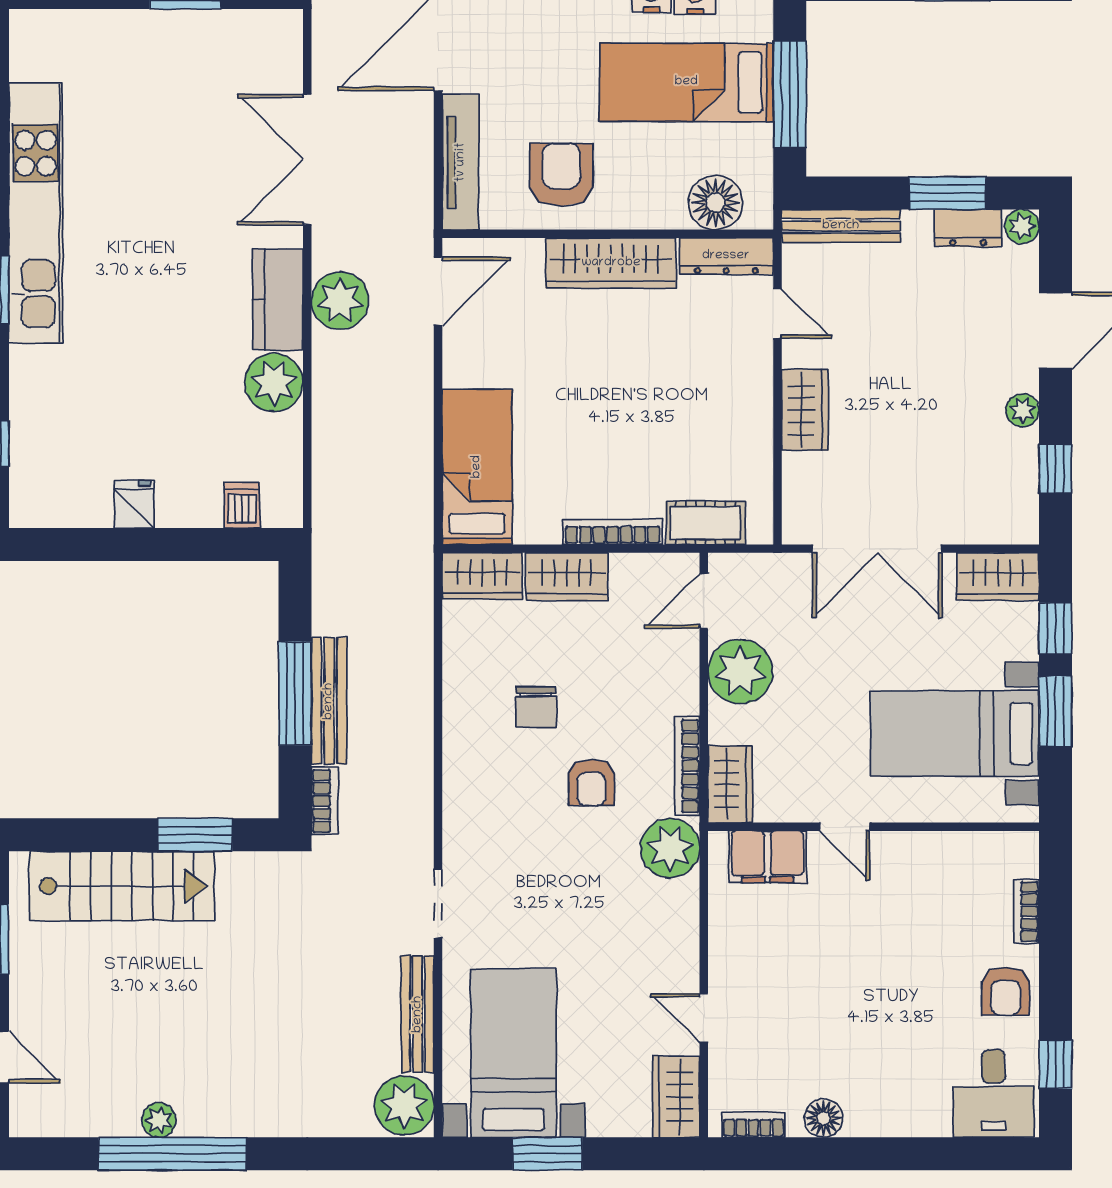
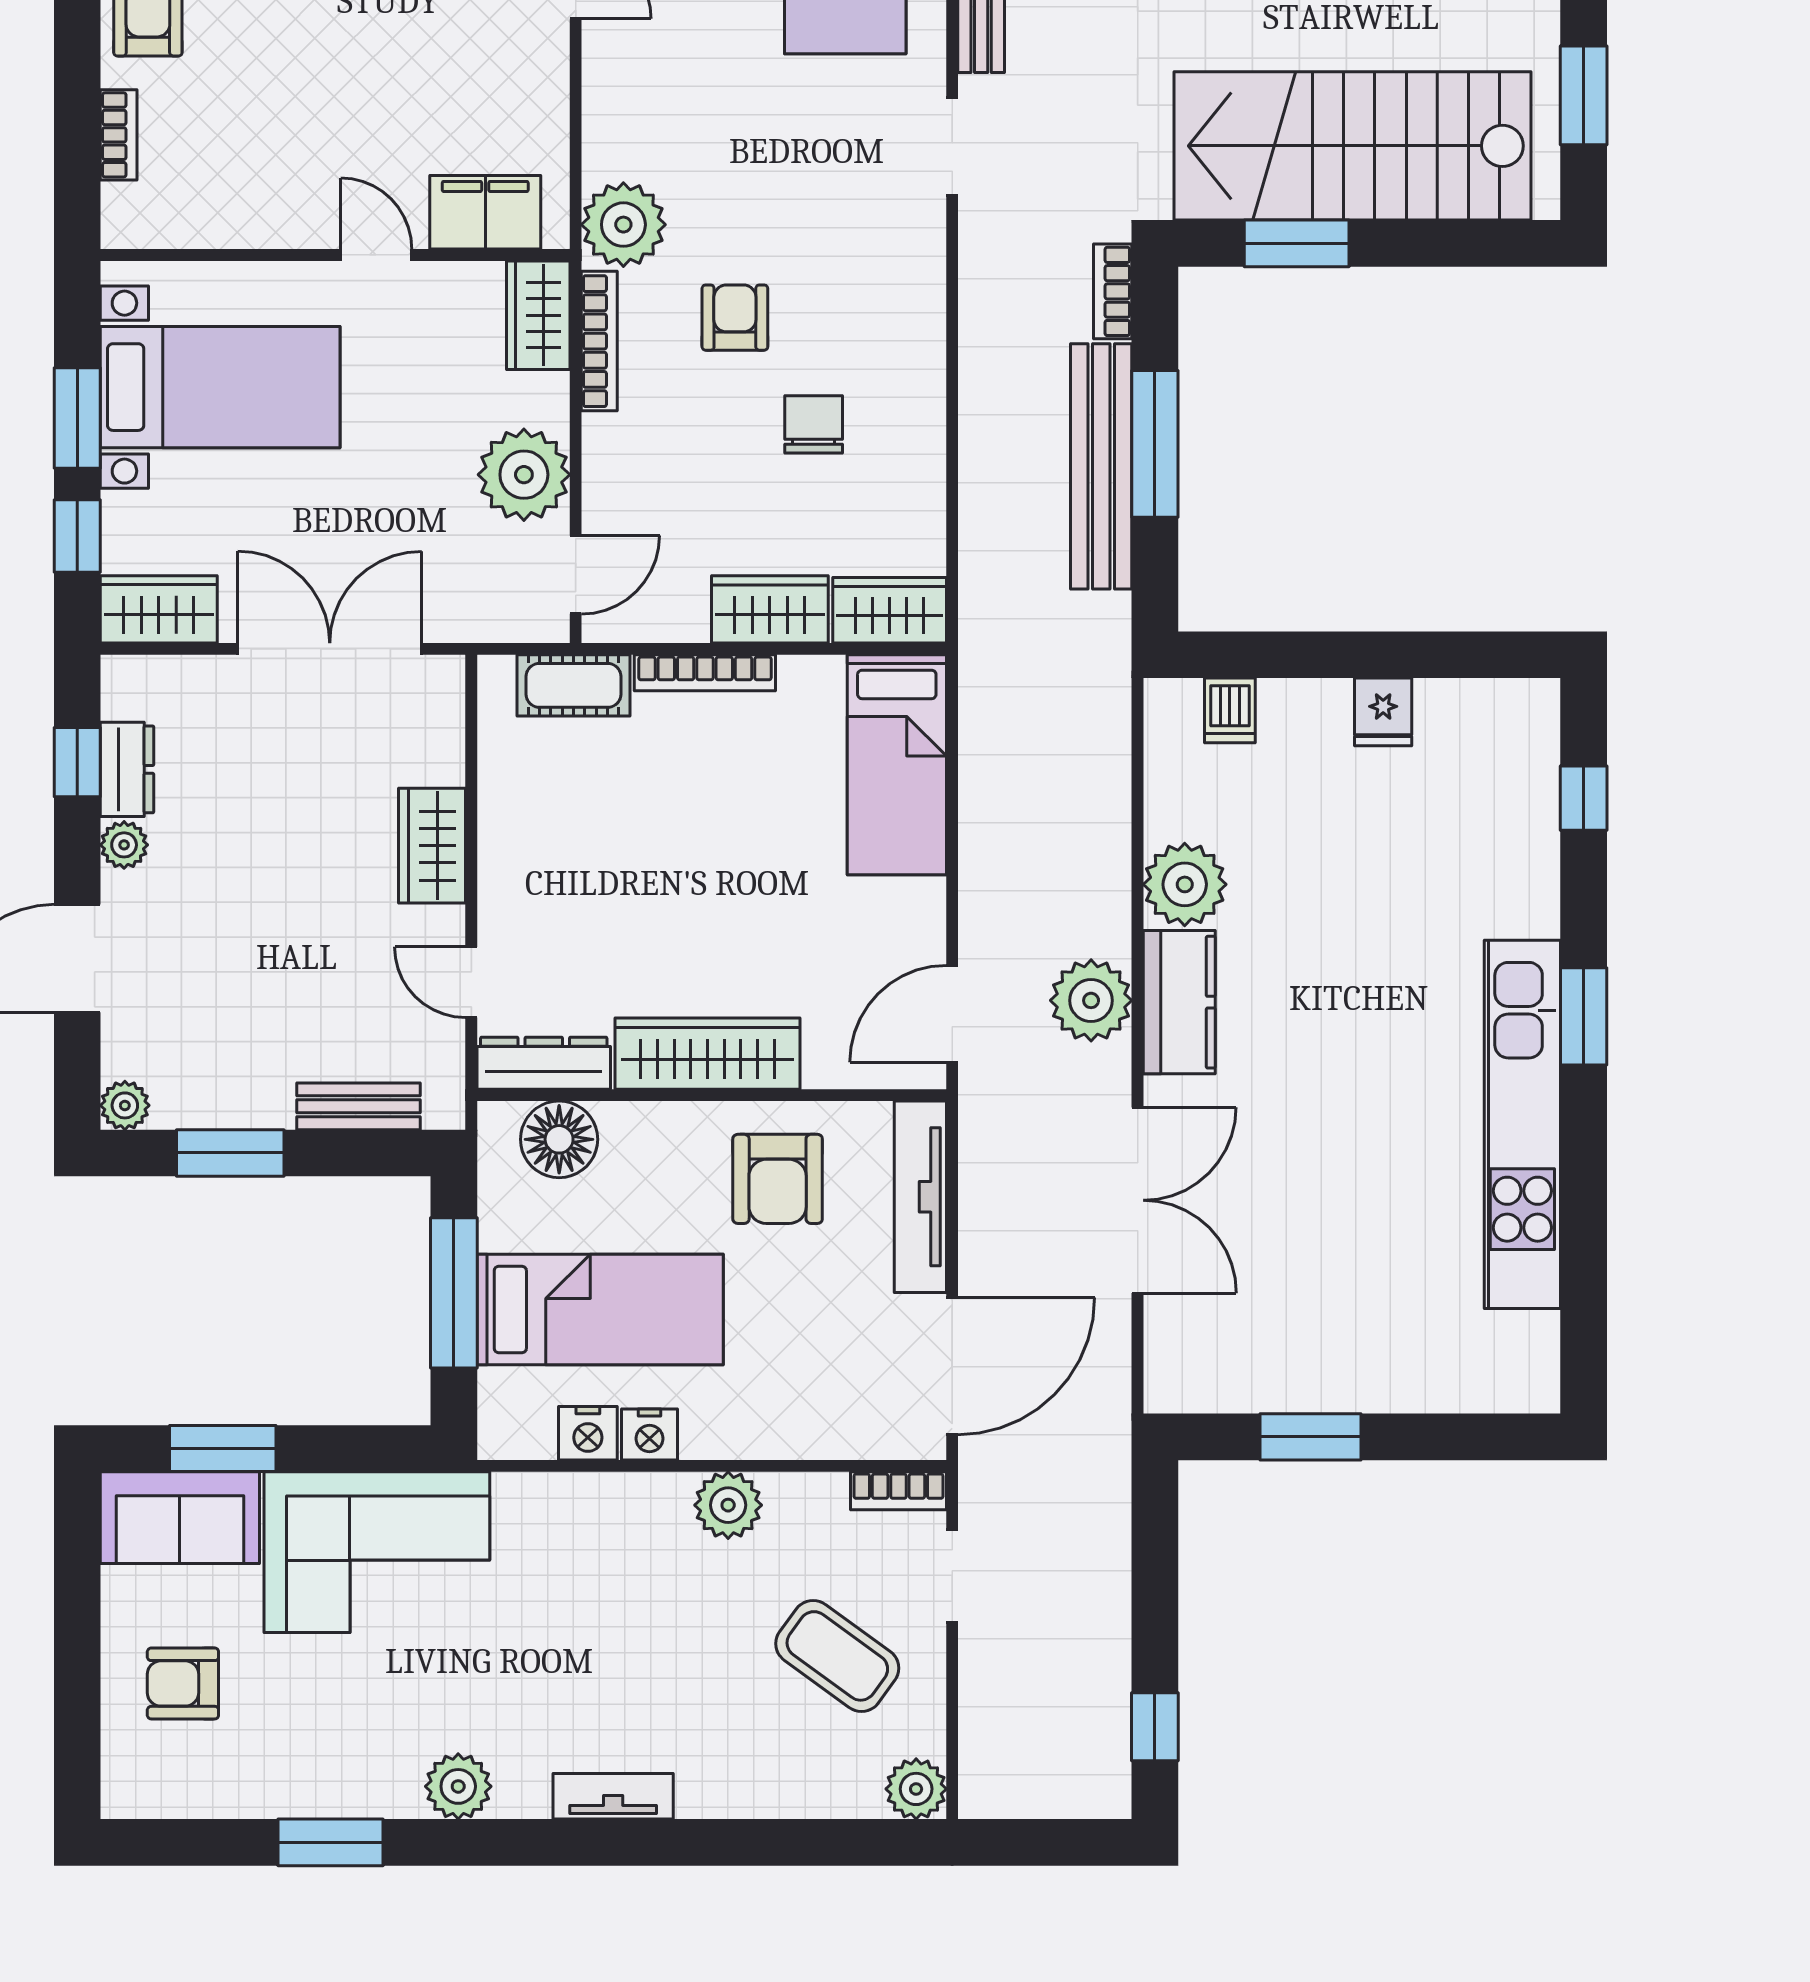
bench: (841, 226) -> (359, 1106), width x0.73
dresser: (968, 228) -> (127, 769), moved, turned 90
bench: (329, 701) -> (1101, 466), width x1.37, depth x1.21
stairs: (122, 886) -> (1353, 146), width x1.36, depth x1.51

